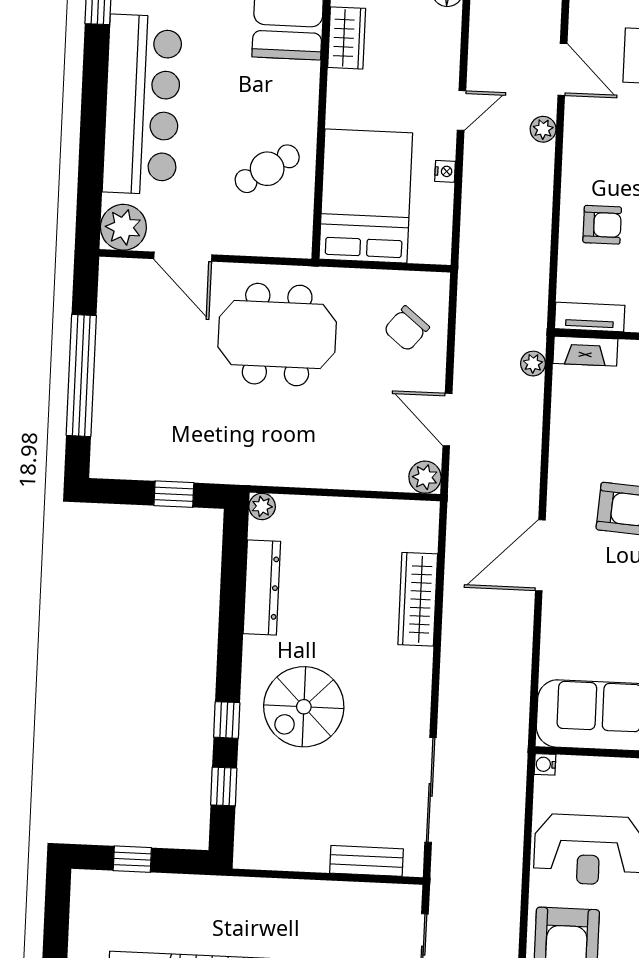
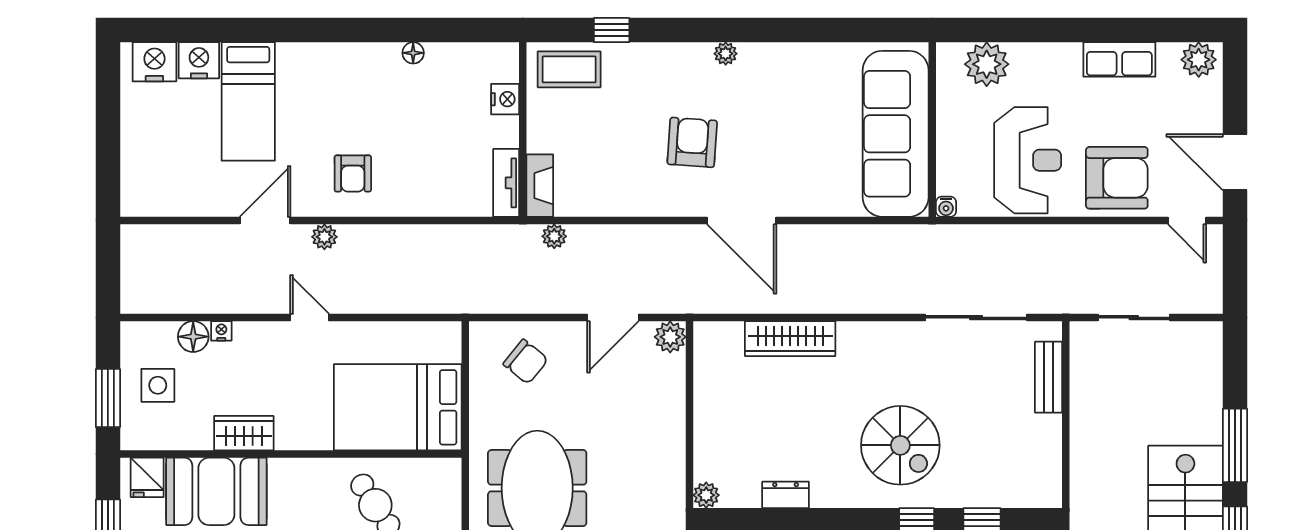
nightstand: (445, 171) -> (221, 331), moved
armchair: (602, 225) -> (353, 174), moved, turned 180
dresser: (262, 588) -> (786, 495), width x0.51, depth x0.80

